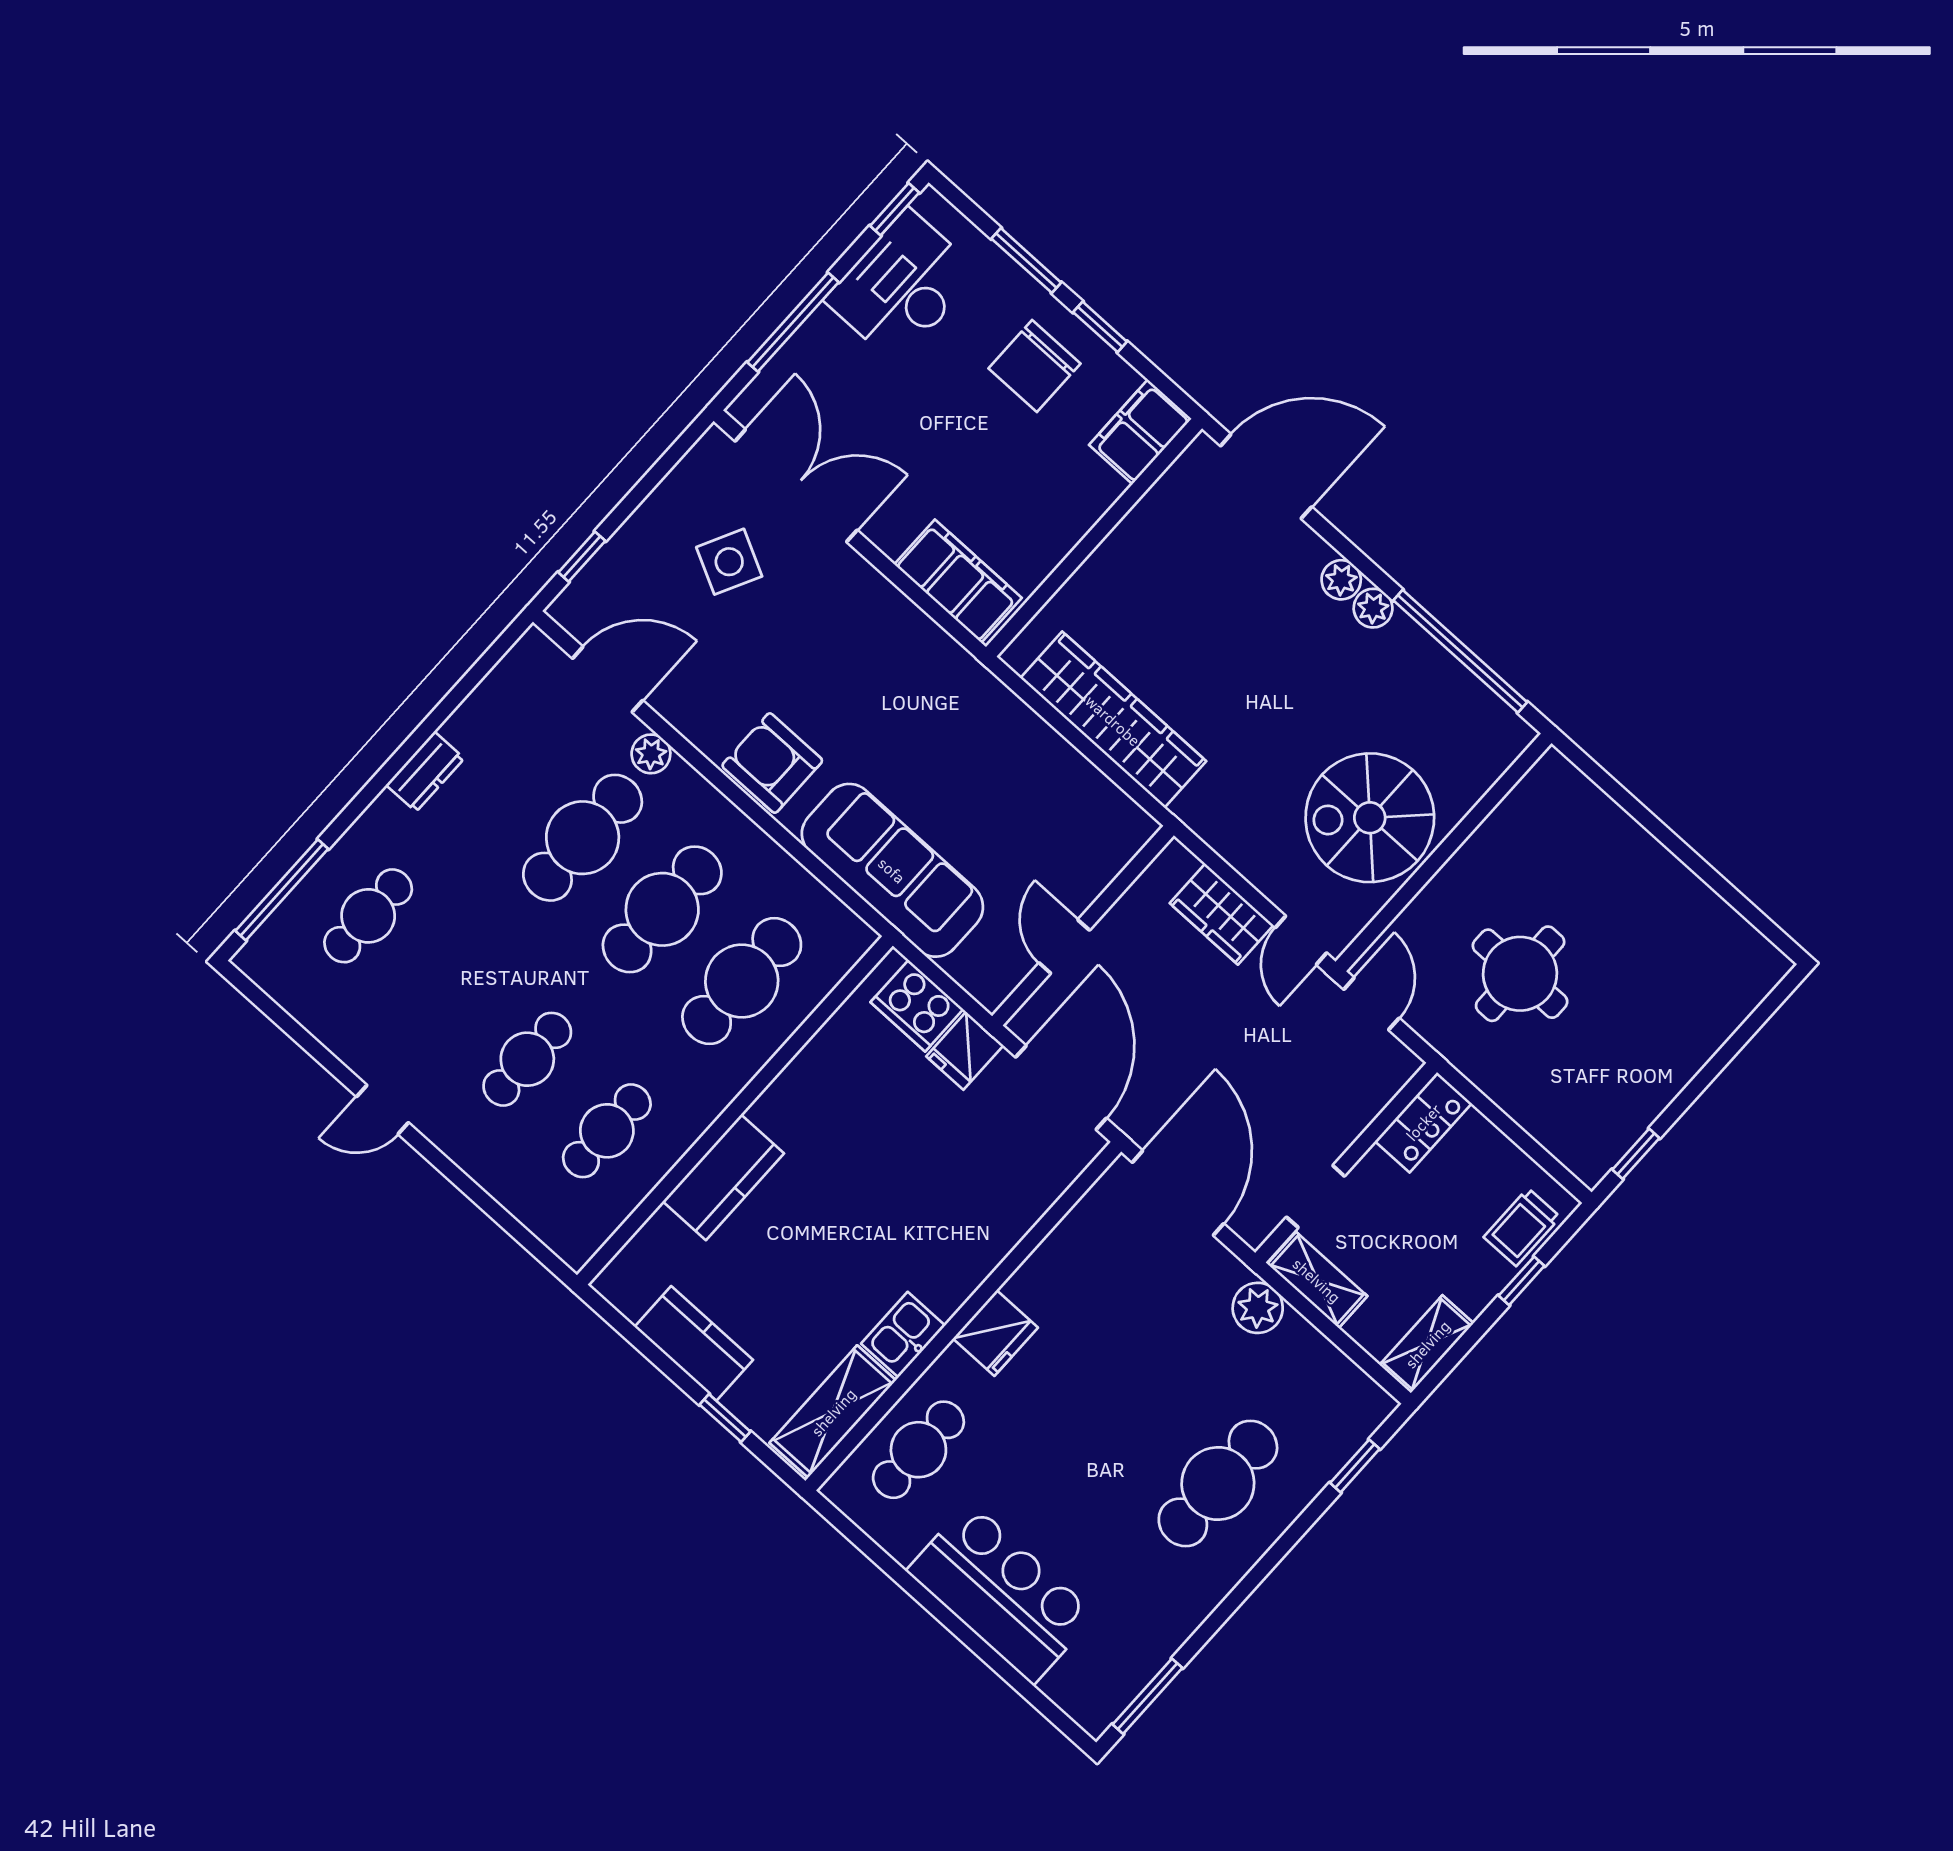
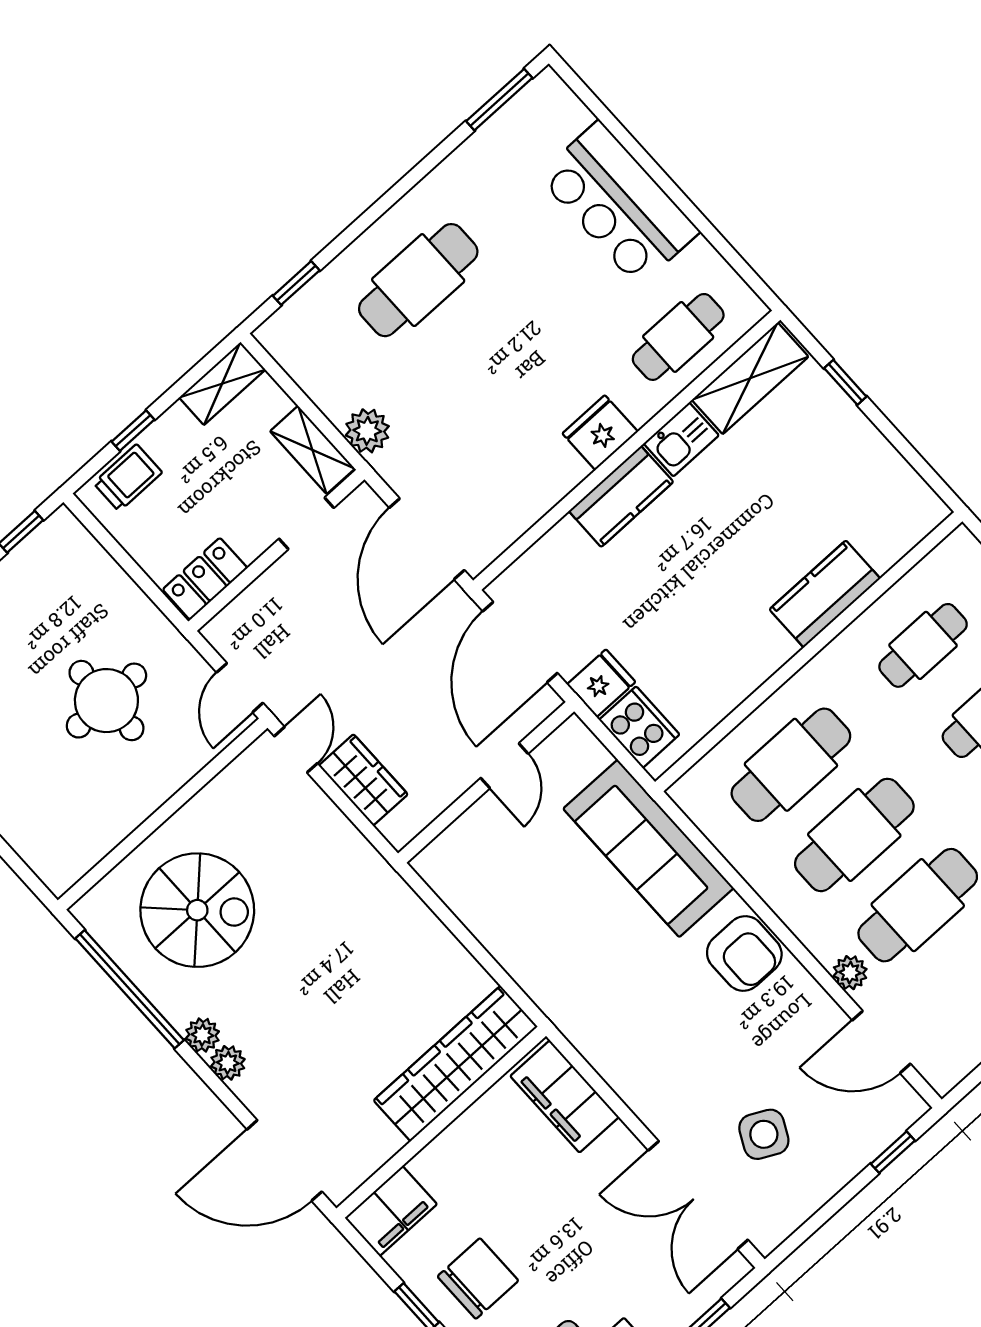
wardrobe: (1113, 720) -> (456, 1064), moved, turned 90
spiral stairs: (1370, 818) -> (197, 910), moved
kitchen counter: (694, 1343) -> (621, 496), moved, turned -90

